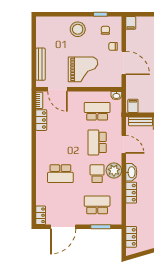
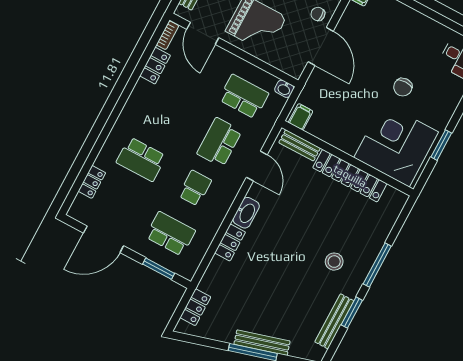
plant: (114, 170) -> (222, 197), removed
locker: (41, 215) -> (92, 182), moved

